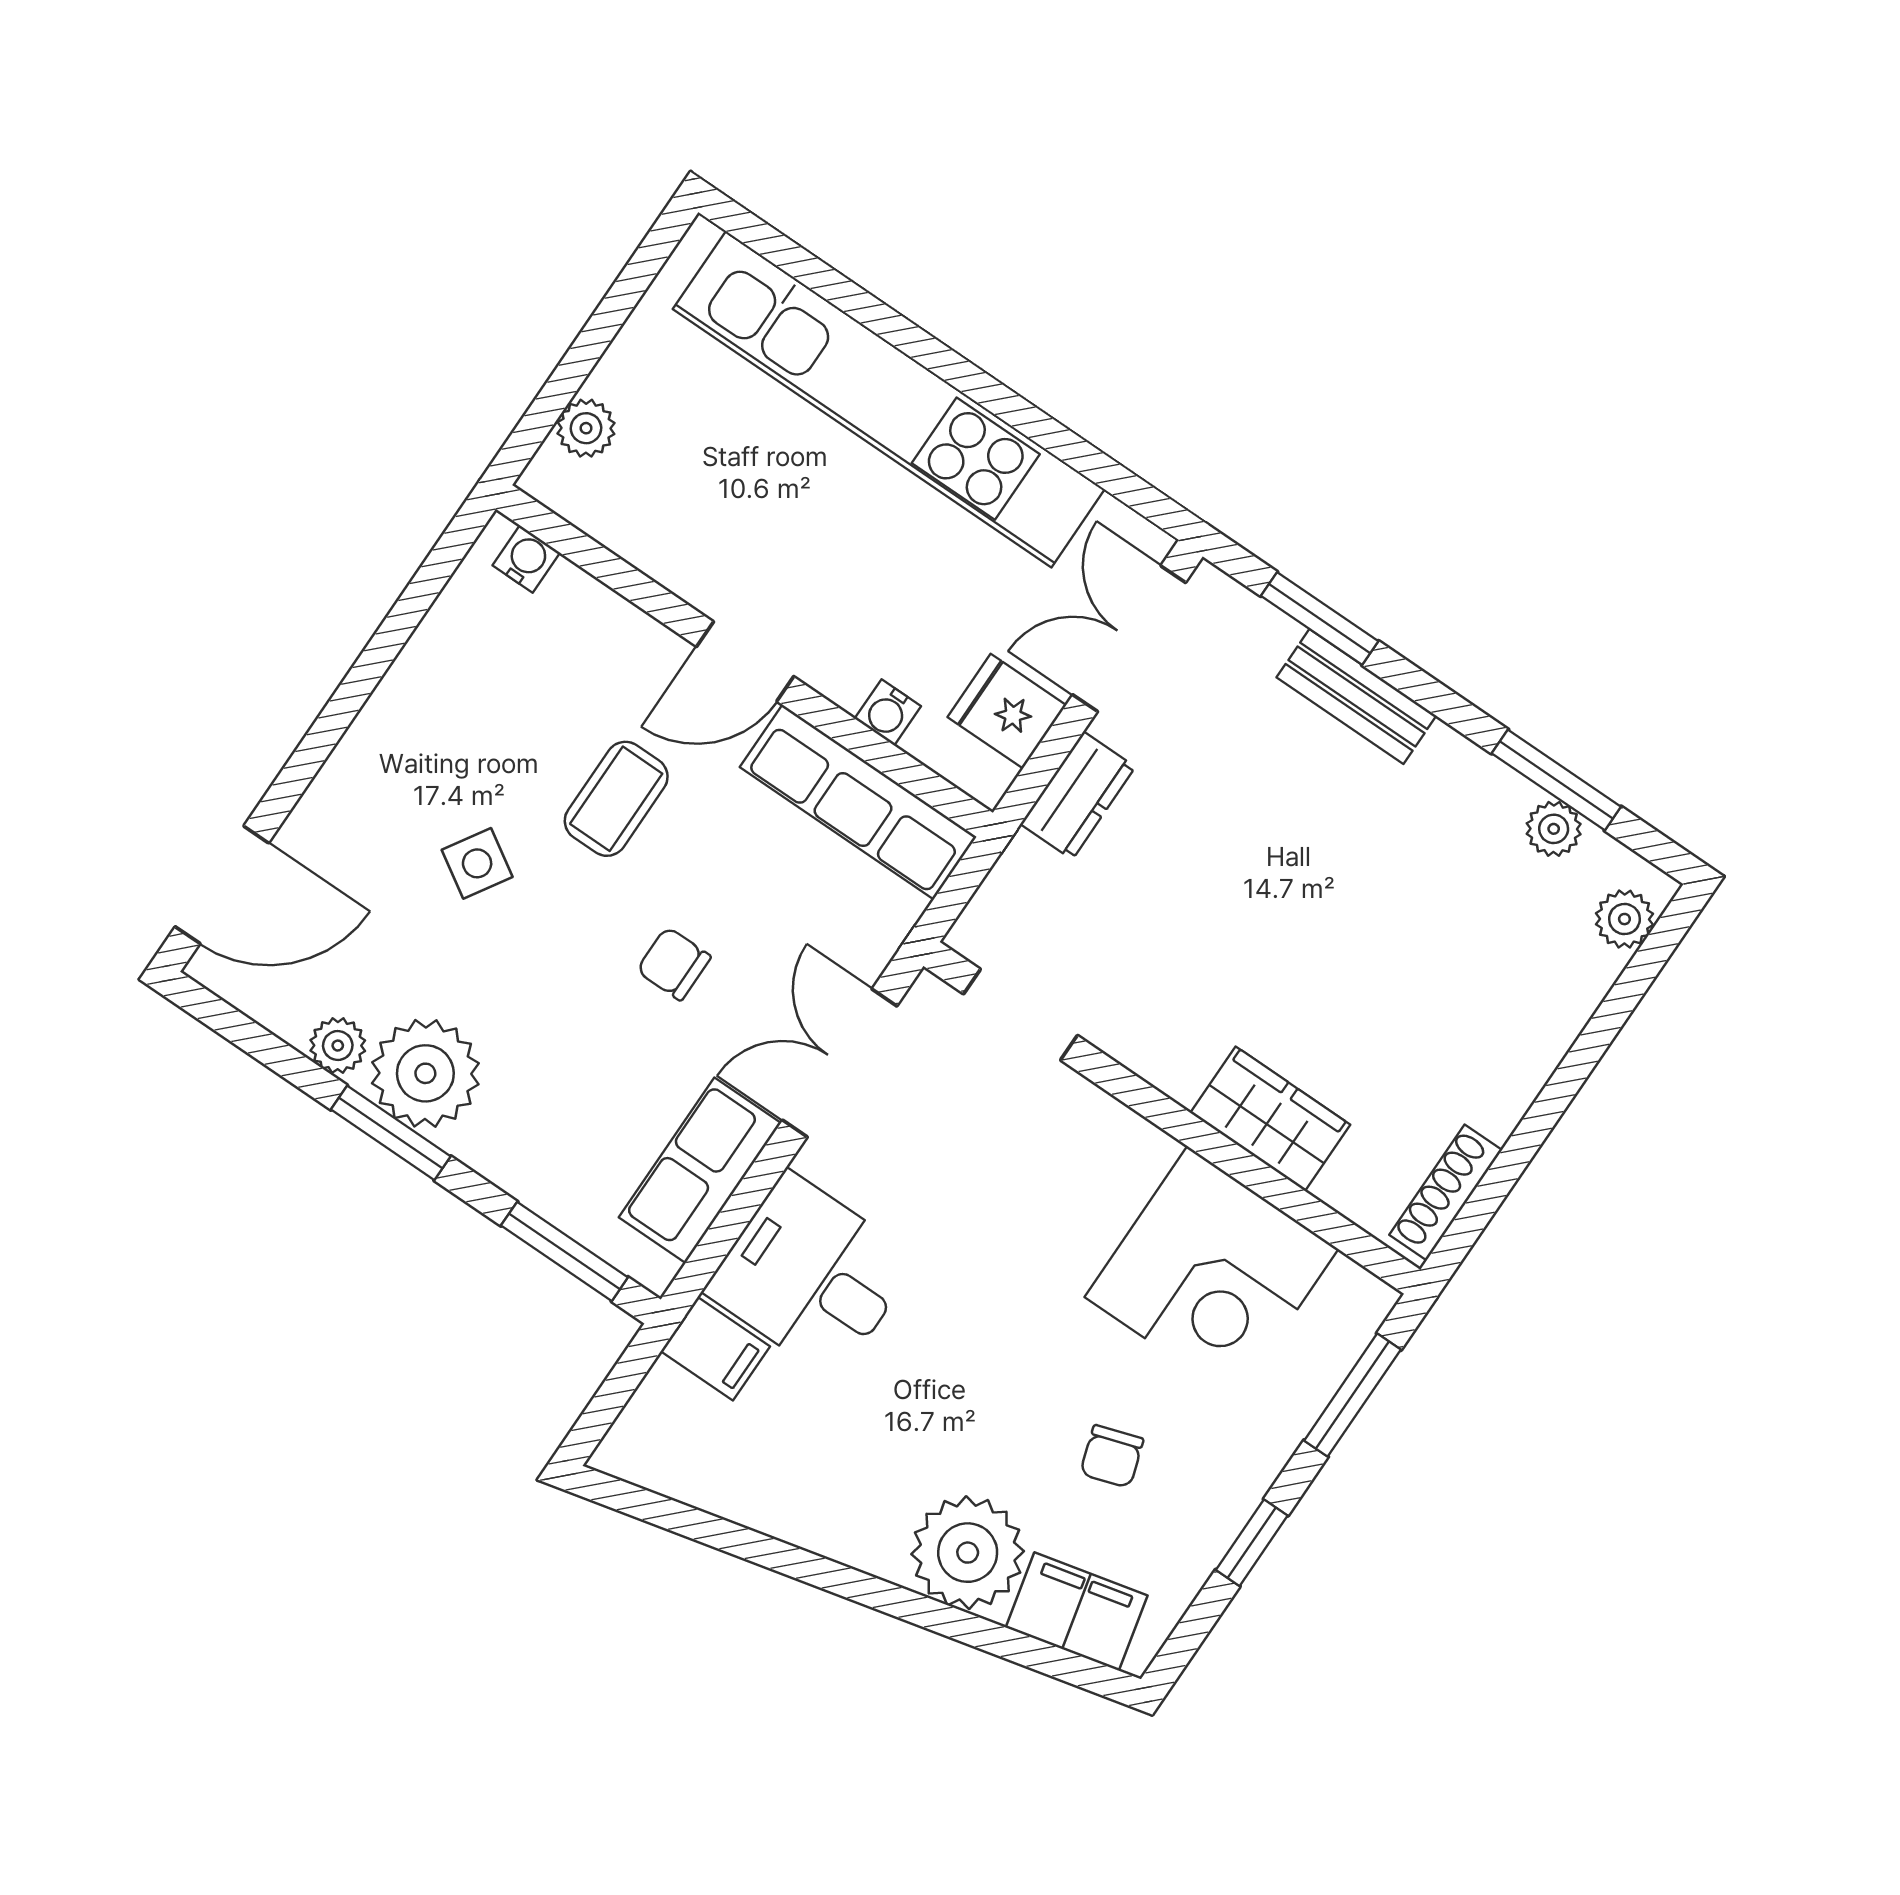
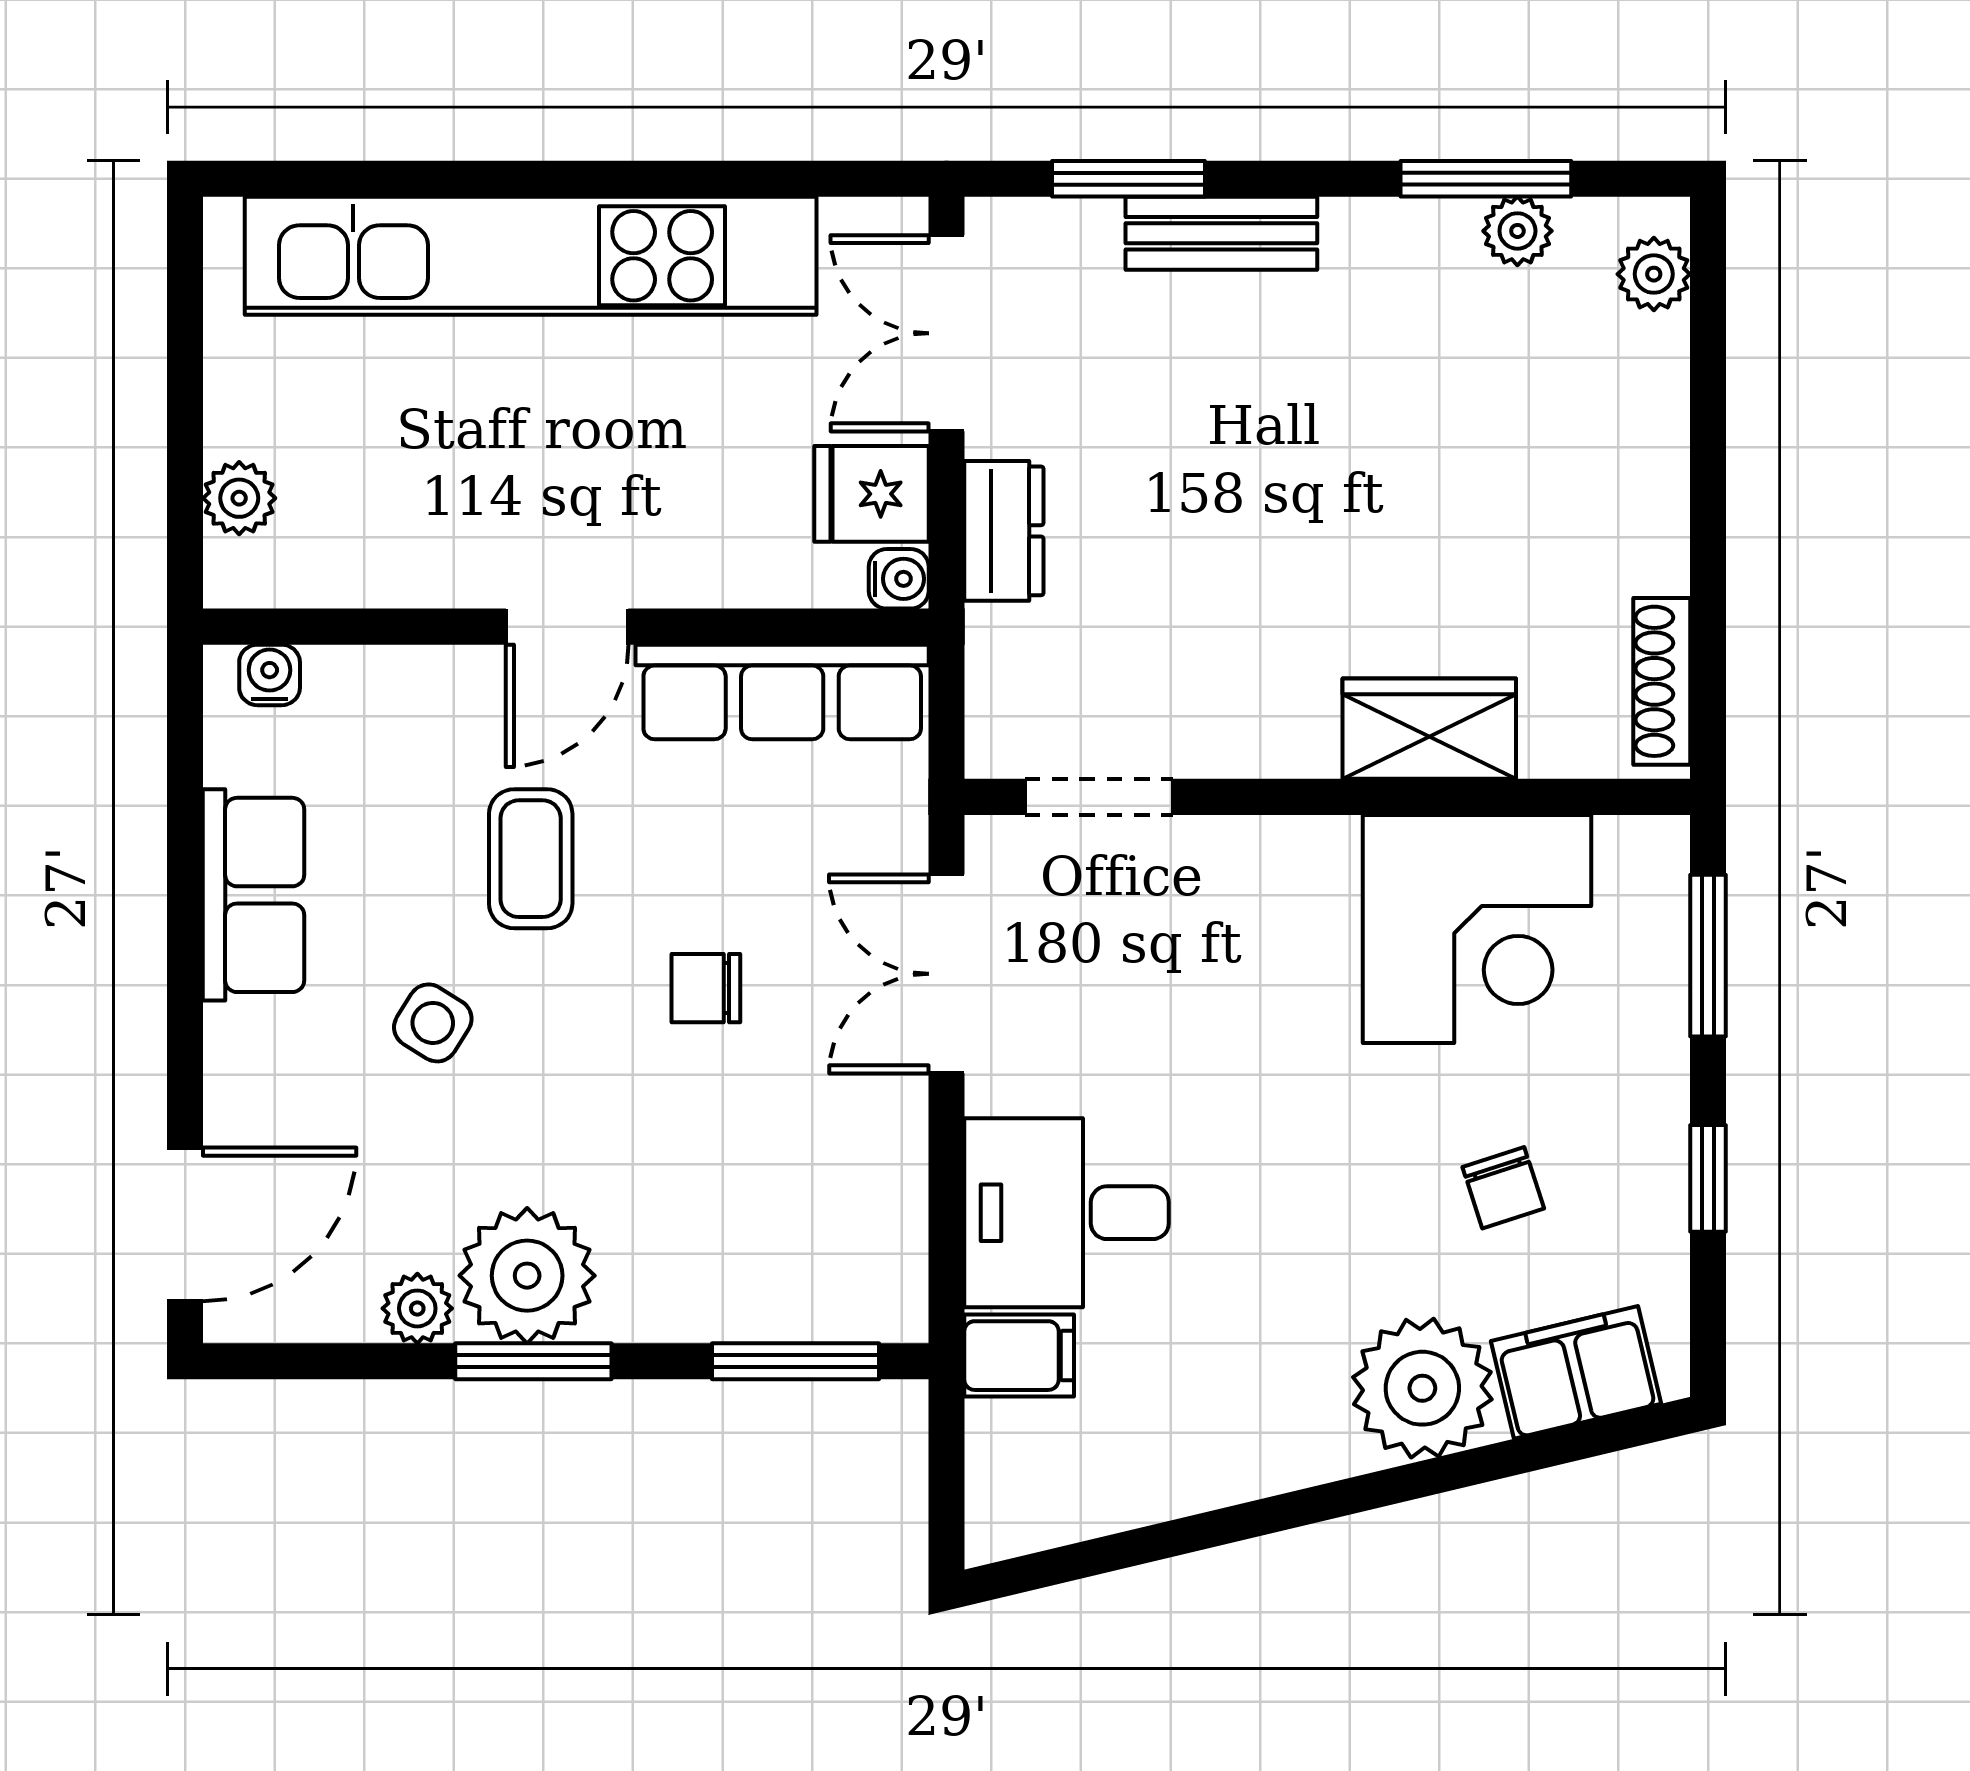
water cooler: (888, 712) -> (899, 579), moved, turned -90
row of seats: (700, 1170) -> (254, 895), moved, turned 180

